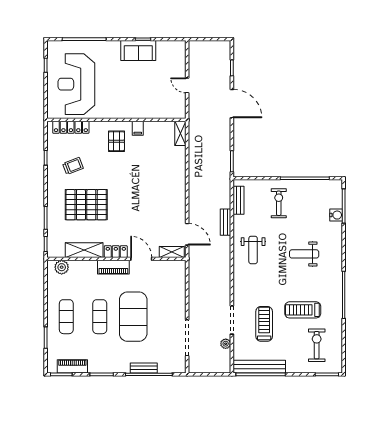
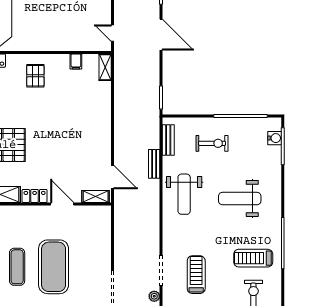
door: (187, 85) -> (112, 33), moved
filing cabinet: (138, 128) -> (76, 62), moved
exercise bike: (279, 203) -> (212, 143), turned 90
water cooler: (336, 215) -> (275, 138), moved
weight bench: (253, 250) -> (184, 194), width x1.36, depth x1.33
weight bench: (304, 254) -> (240, 199), width x1.36, depth x1.33
piano: (113, 267) -> (32, 213), removed
treadmill: (303, 310) -> (253, 258), moved

